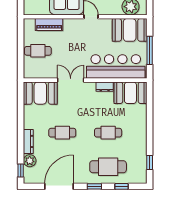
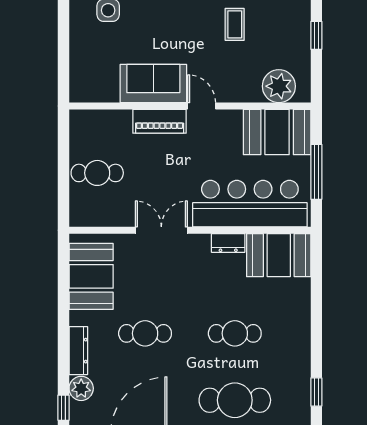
piano: (49, 24) -> (160, 121), moved
booth: (40, 93) -> (91, 276), moved, turned 90

